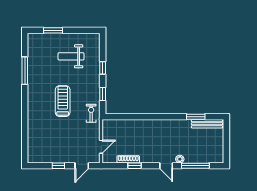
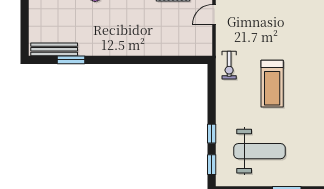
weight bench: (71, 56) -> (259, 151), width x1.36, depth x1.33
window: (103, 94) -> (212, 165), moved

